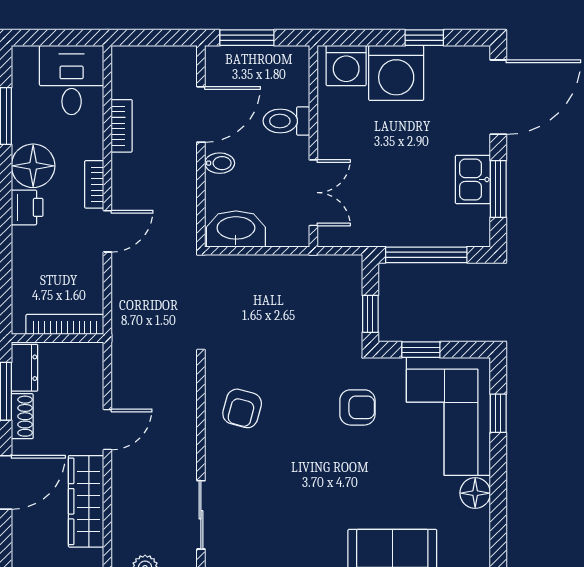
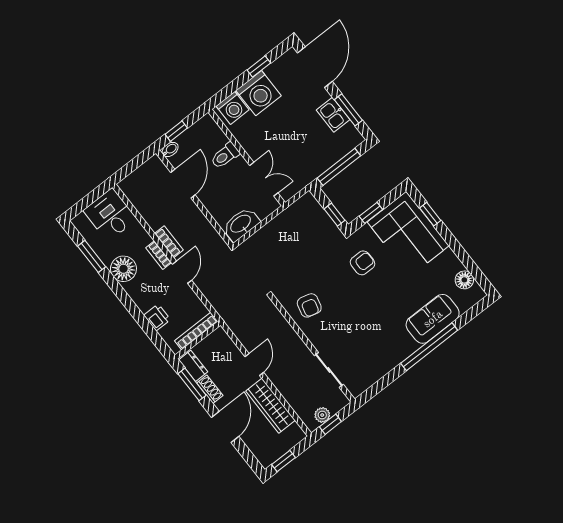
window: (247, 38) -> (176, 131), width x0.67
bookcase: (122, 126) -> (169, 242), moved
bidet: (220, 163) -> (170, 149), moved
printer: (27, 207) -> (157, 317), moved
floor lamp: (475, 493) -> (464, 280), moved

